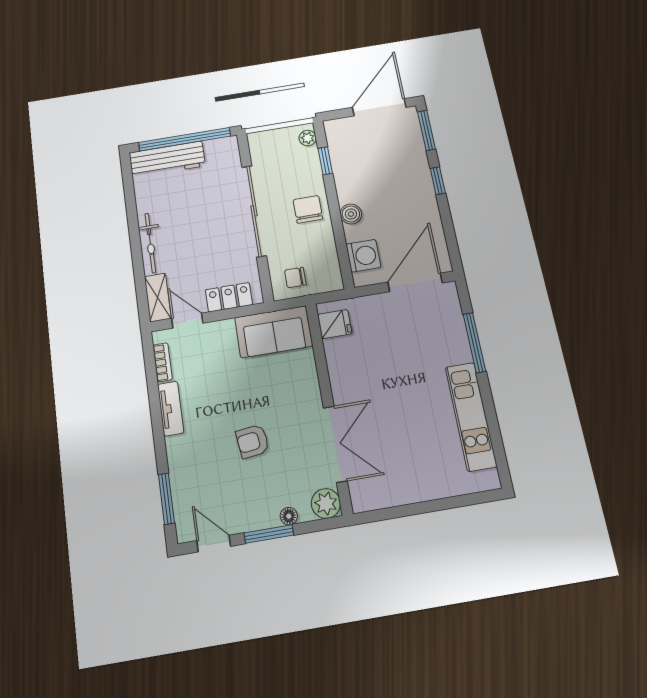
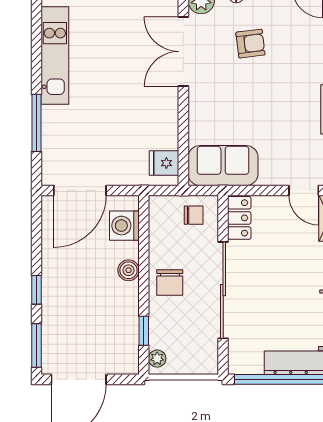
locker: (229, 297) -> (239, 218), moved, turned -90
armchair: (253, 441) -> (250, 44), moved

